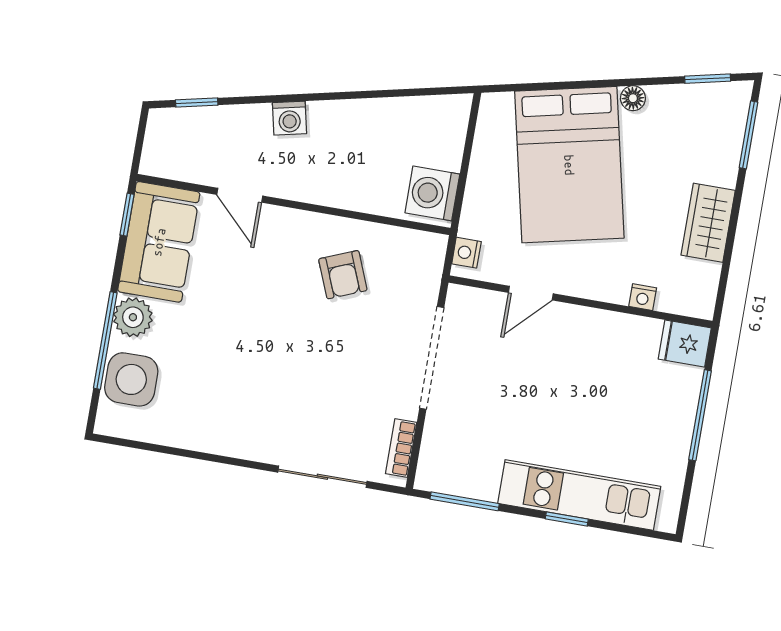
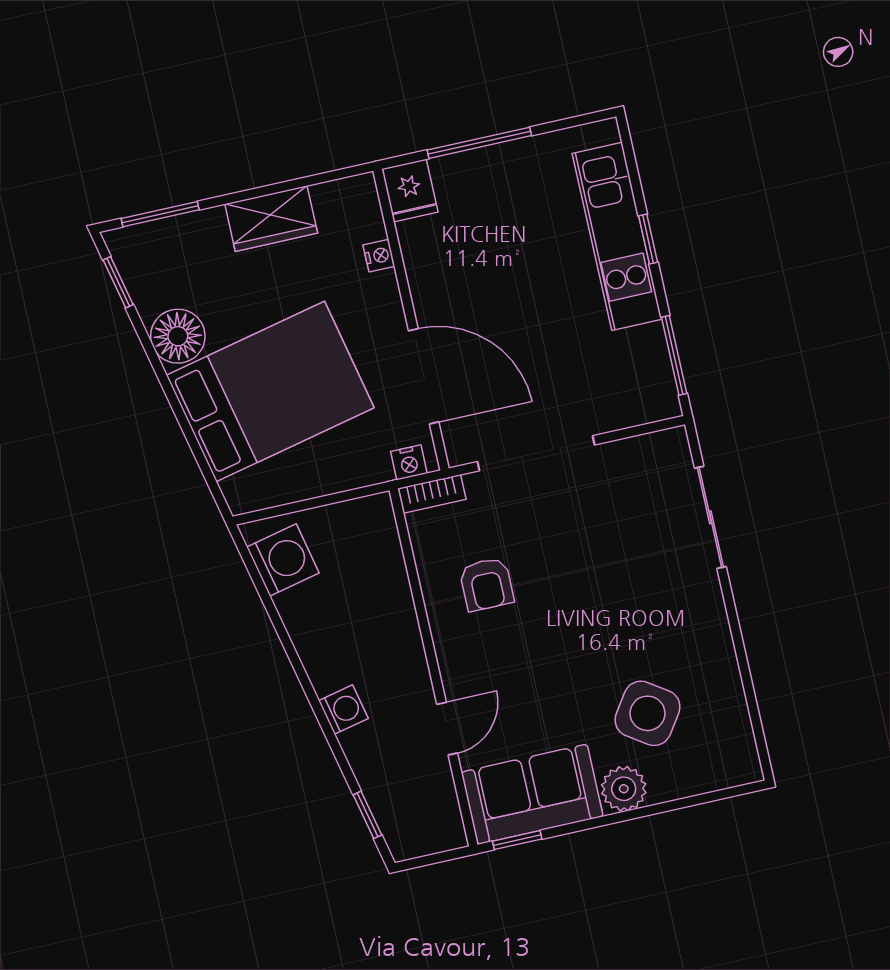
floor lamp: (633, 98) -> (178, 336), width x1.89, depth x1.89
washing machine: (432, 193) -> (283, 560), moved, turned -102
armchair: (343, 275) -> (486, 584), turned 112
door: (531, 293) -> (424, 376), width x1.87
window: (105, 340) -> (661, 808), removed
side table: (131, 379) -> (647, 713), moved, turned 34
bookcase: (401, 448) -> (432, 494), moved

